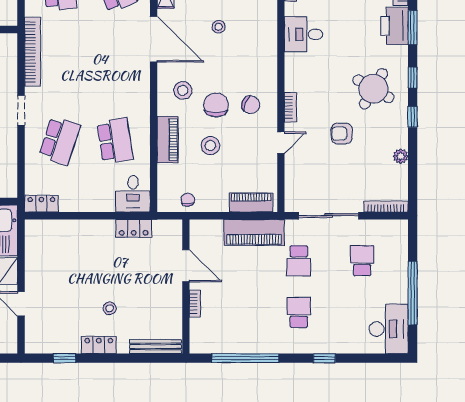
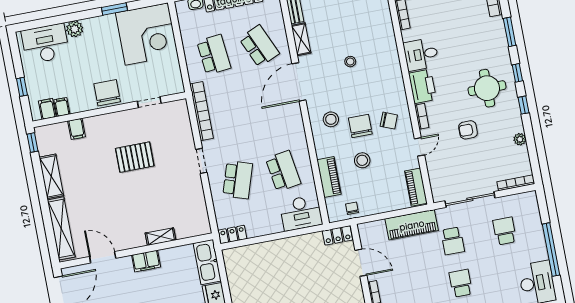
printer: (395, 26) -> (422, 86), moved, turned 180
door: (154, 39) -> (299, 82), swing flipped
round table: (373, 89) -> (487, 88), turned -30
piano: (168, 140) -> (329, 177), moved
desk: (133, 194) -> (301, 213), width x1.37
piano: (251, 202) -> (416, 187), moved, turned -90
locker: (134, 228) -> (337, 235), moved

